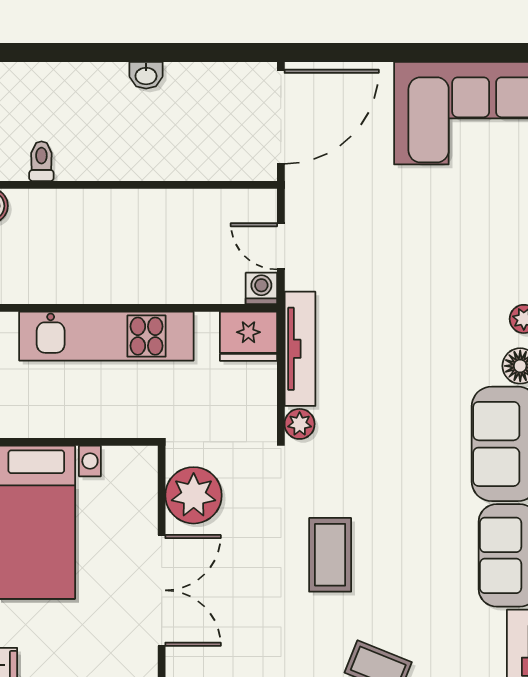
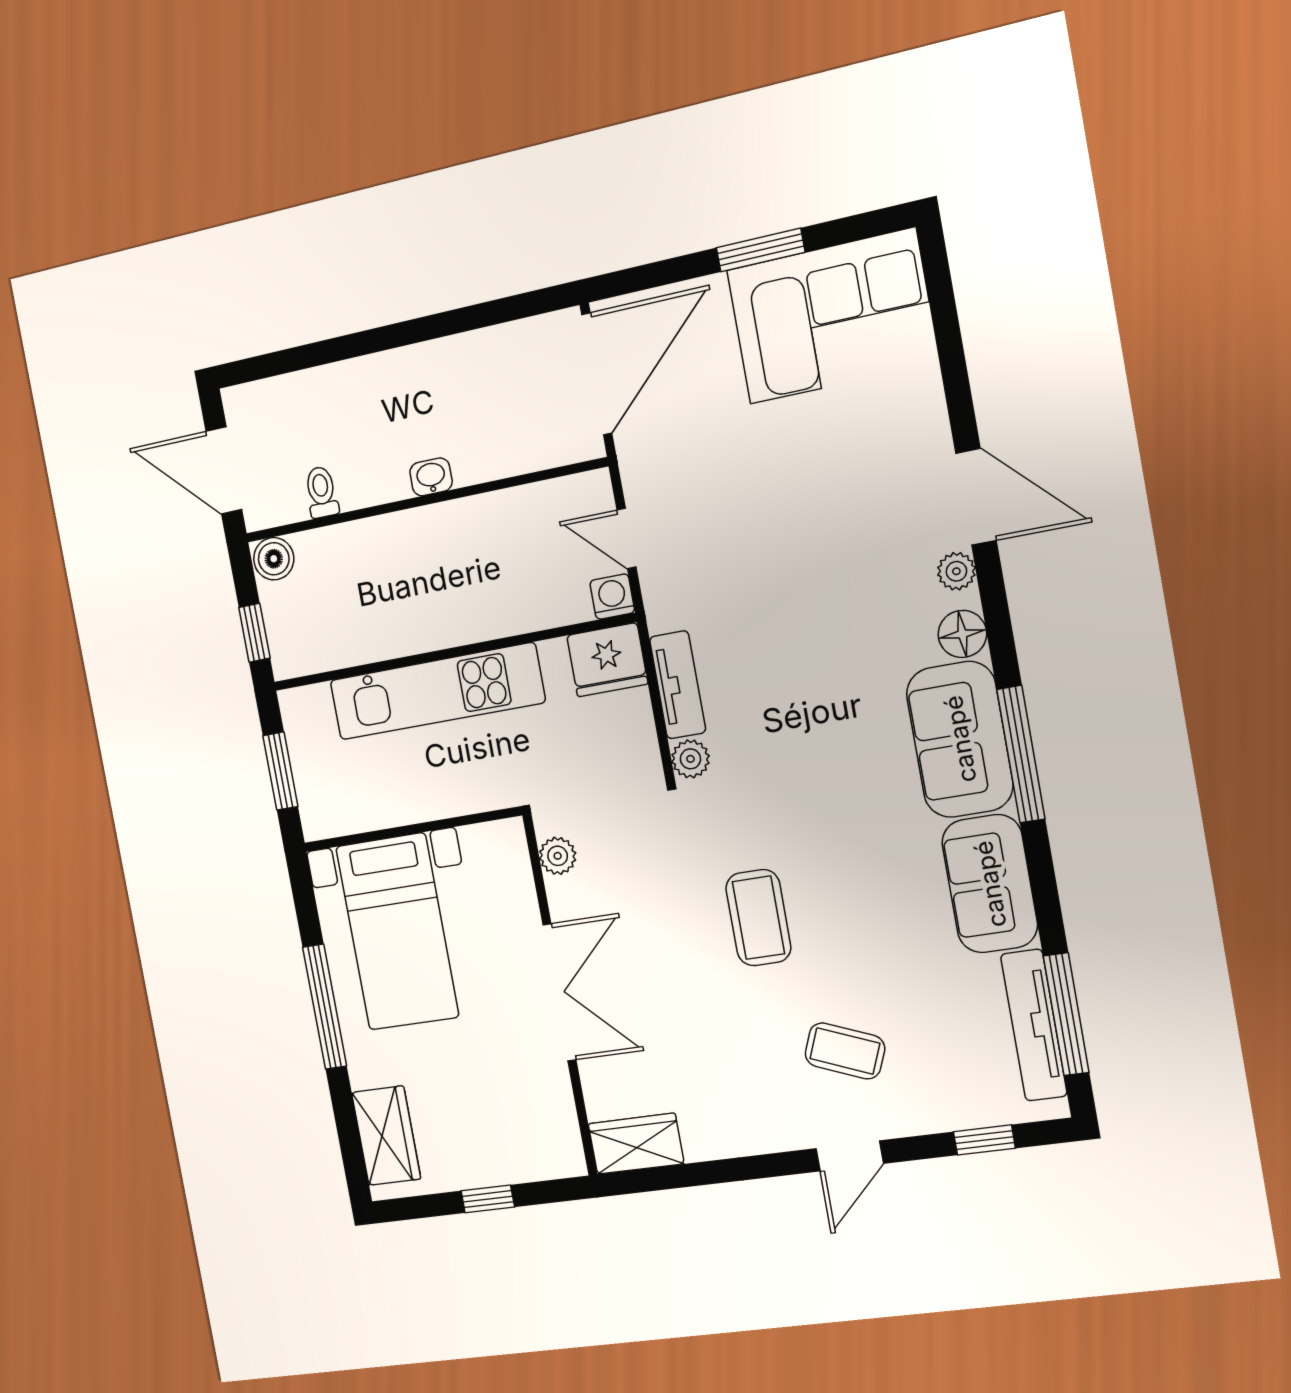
window: (422, 53) -> (761, 250), added
washbasin: (146, 75) -> (431, 477), moved, turned 180
tv unit: (300, 349) -> (678, 685), width x0.71
plant: (194, 495) -> (558, 856), width x0.53, depth x0.53

